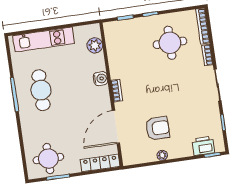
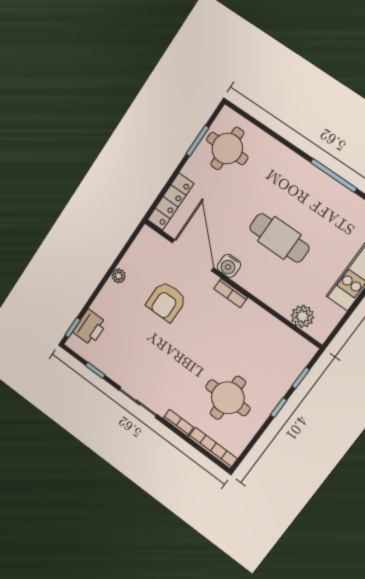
water cooler: (101, 79) -> (229, 266), moved
cafe table: (41, 90) -> (279, 238), moved
armchair: (158, 128) -> (166, 302), moved

